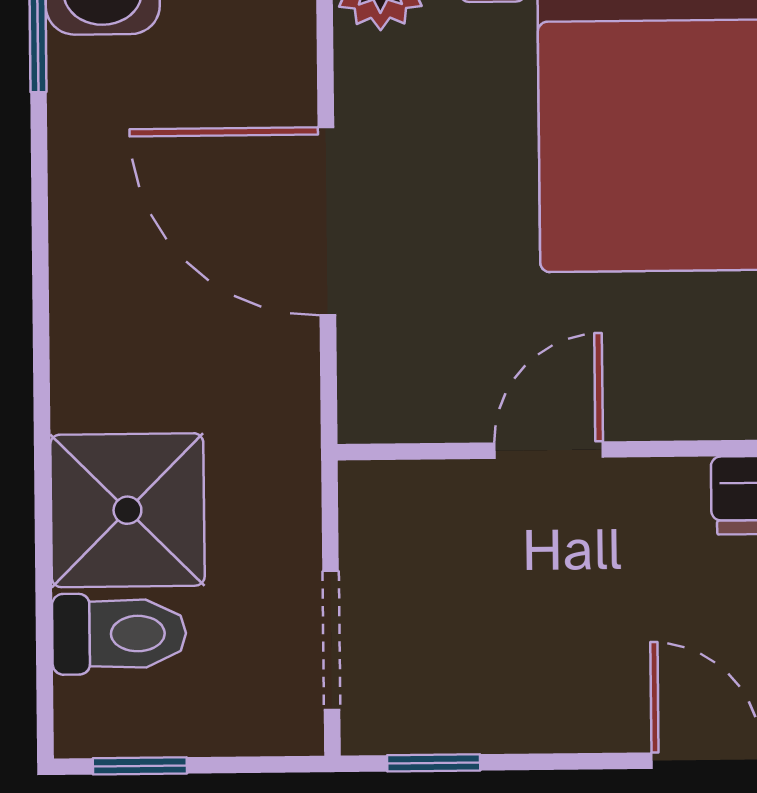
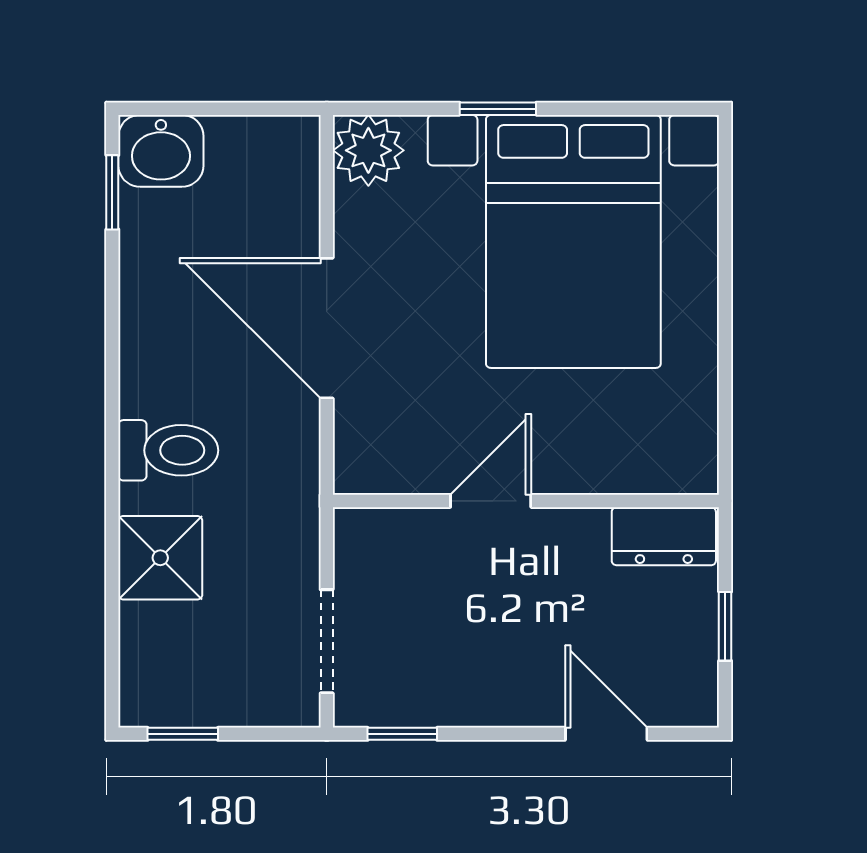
shower: (127, 510) -> (160, 558), width x0.73, depth x0.73
toilet: (119, 634) -> (168, 450), moved

